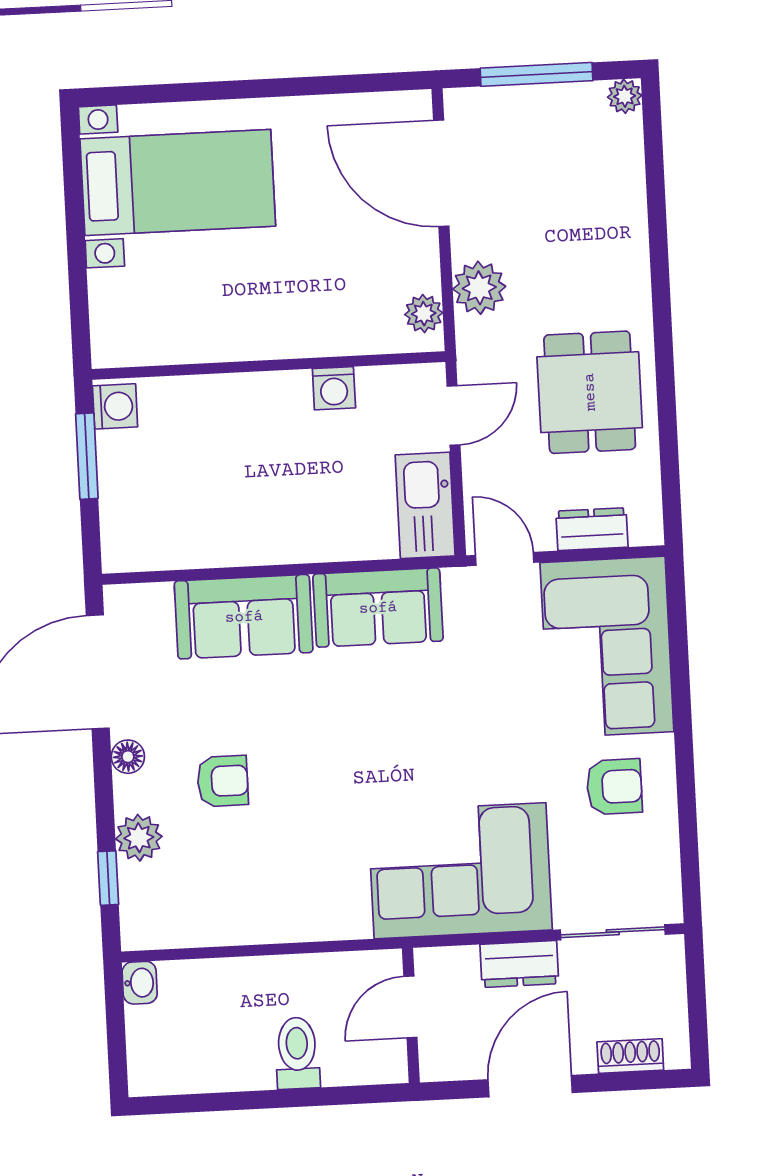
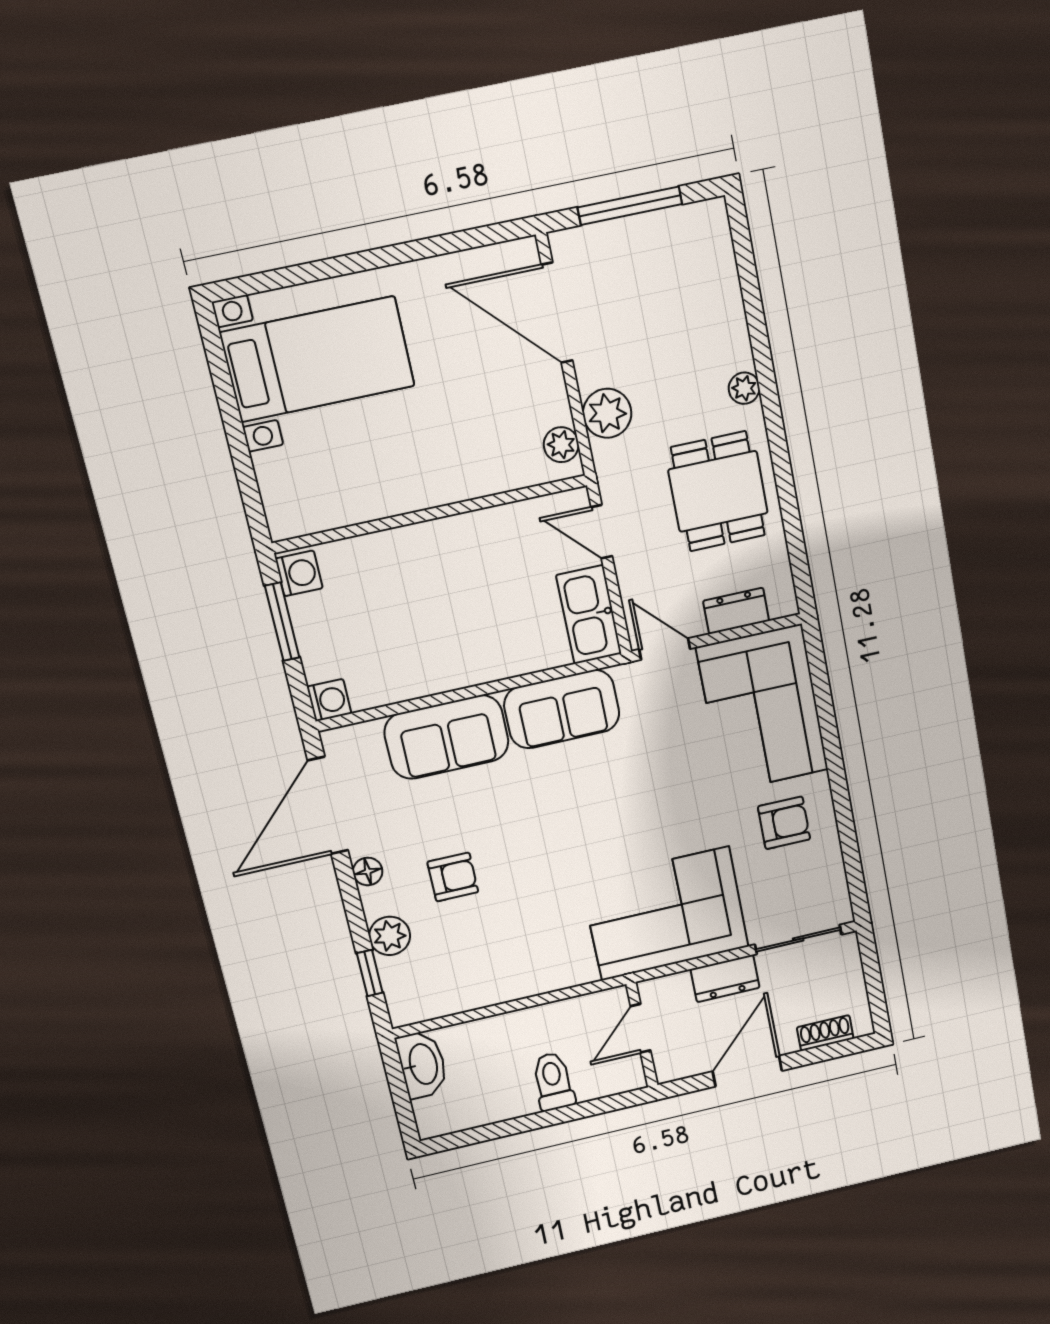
plant: (625, 96) -> (744, 388), moved
washing machine: (334, 388) -> (329, 700), moved, turned -90
door: (454, 415) -> (602, 532), swing flipped
washbasin: (140, 983) -> (422, 1064), width x1.91, depth x1.45

